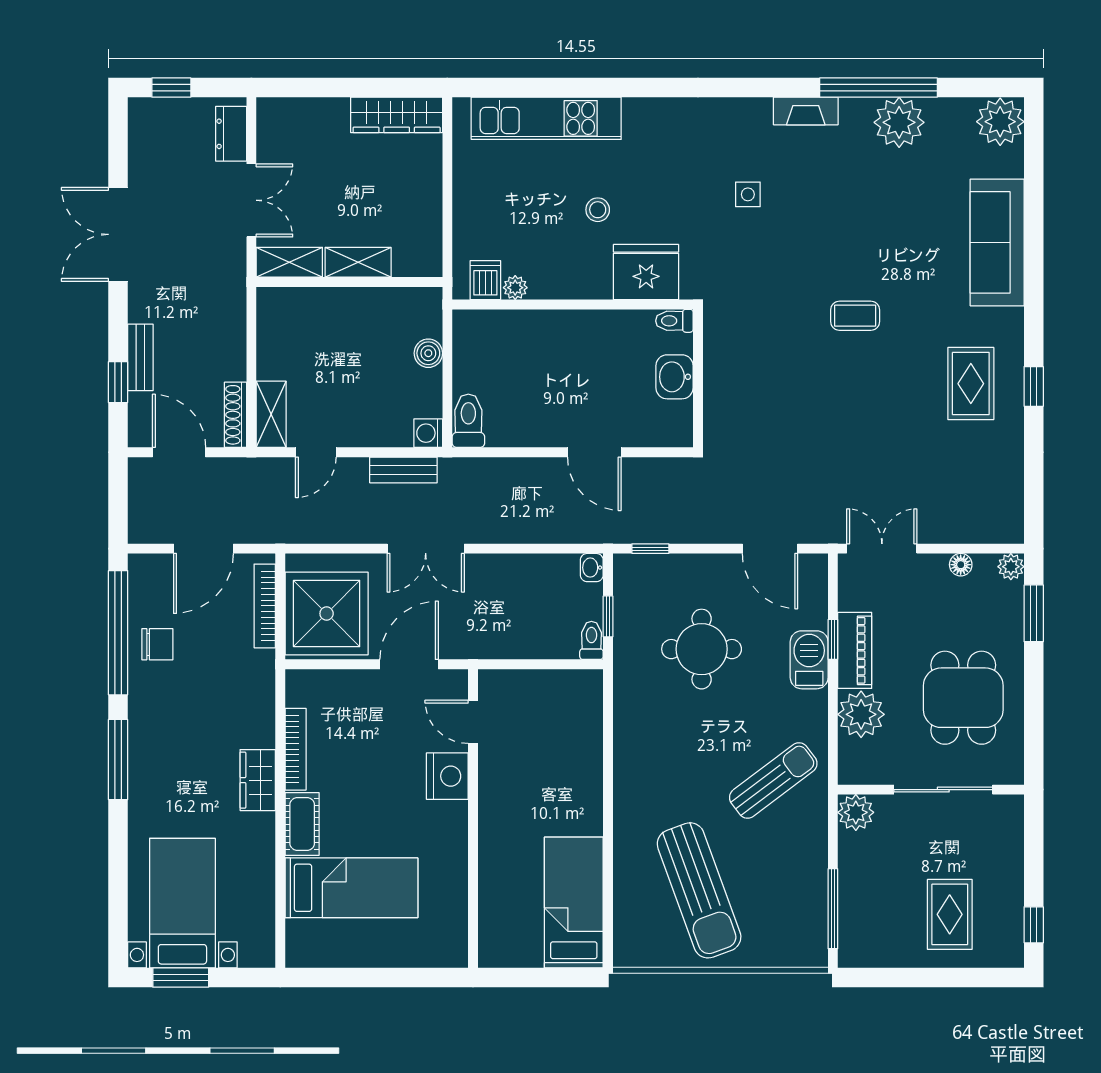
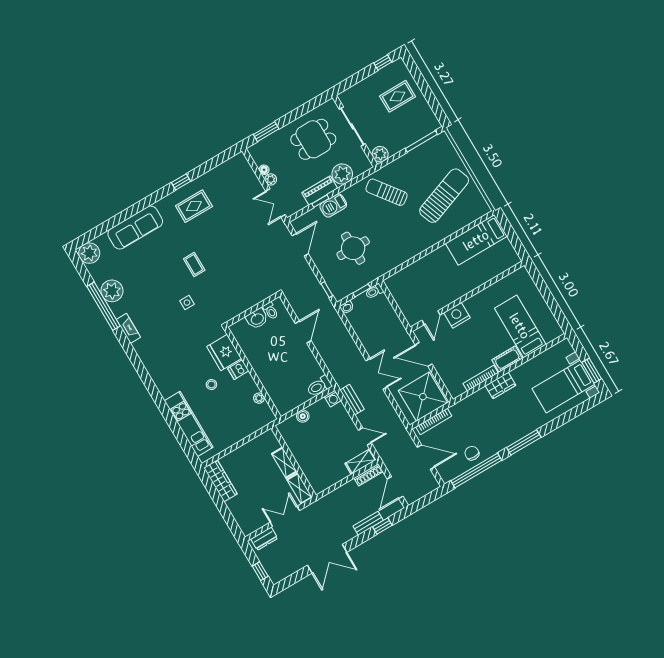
side table: (748, 194) -> (187, 303), moved
dishwasher: (485, 280) -> (238, 370), moved
toilet: (674, 321) -> (271, 311), moved
plant: (1011, 567) -> (271, 179), moved

